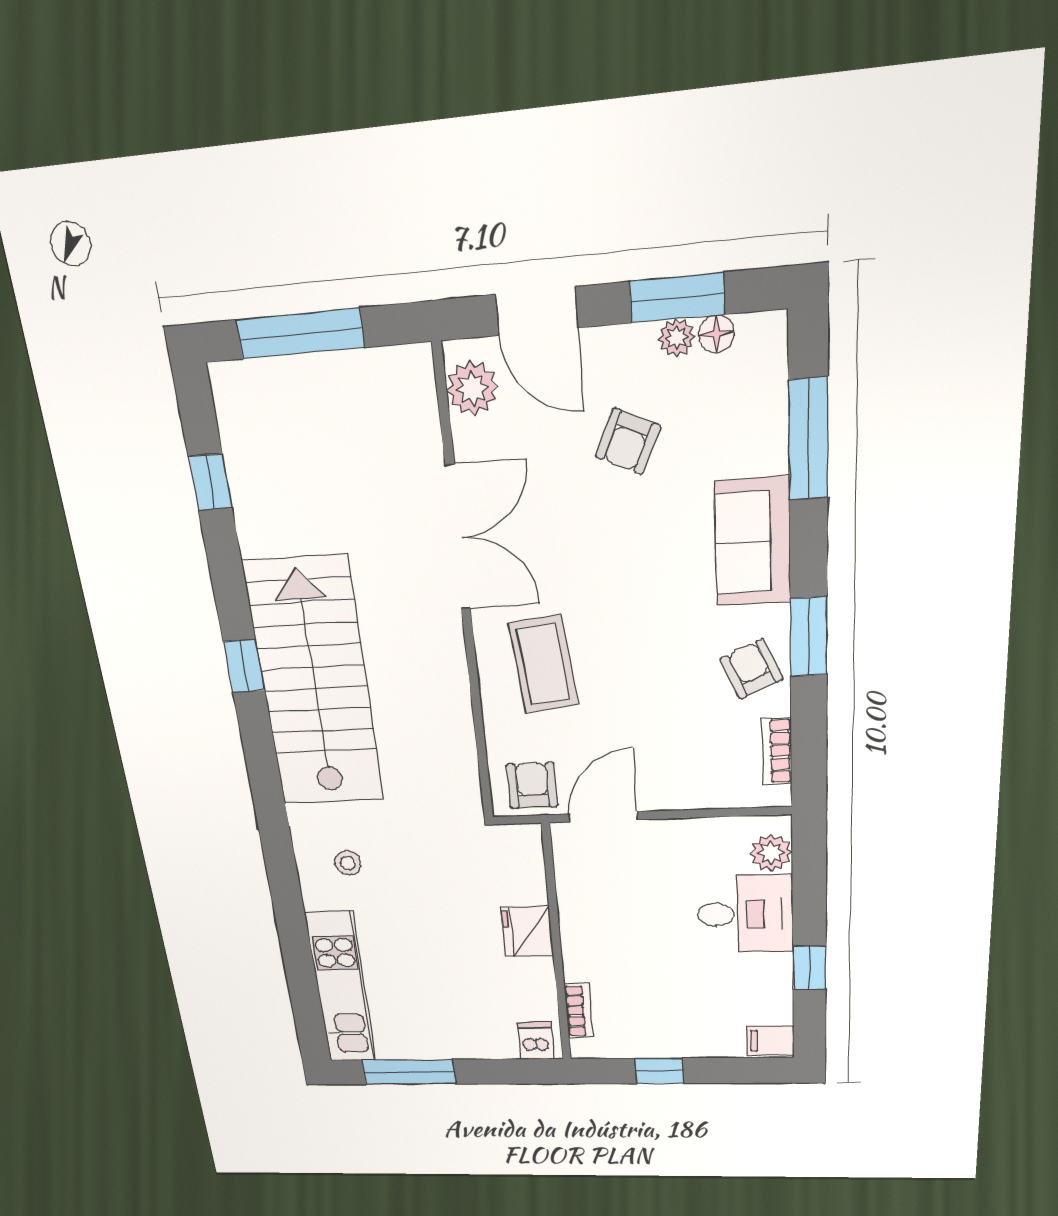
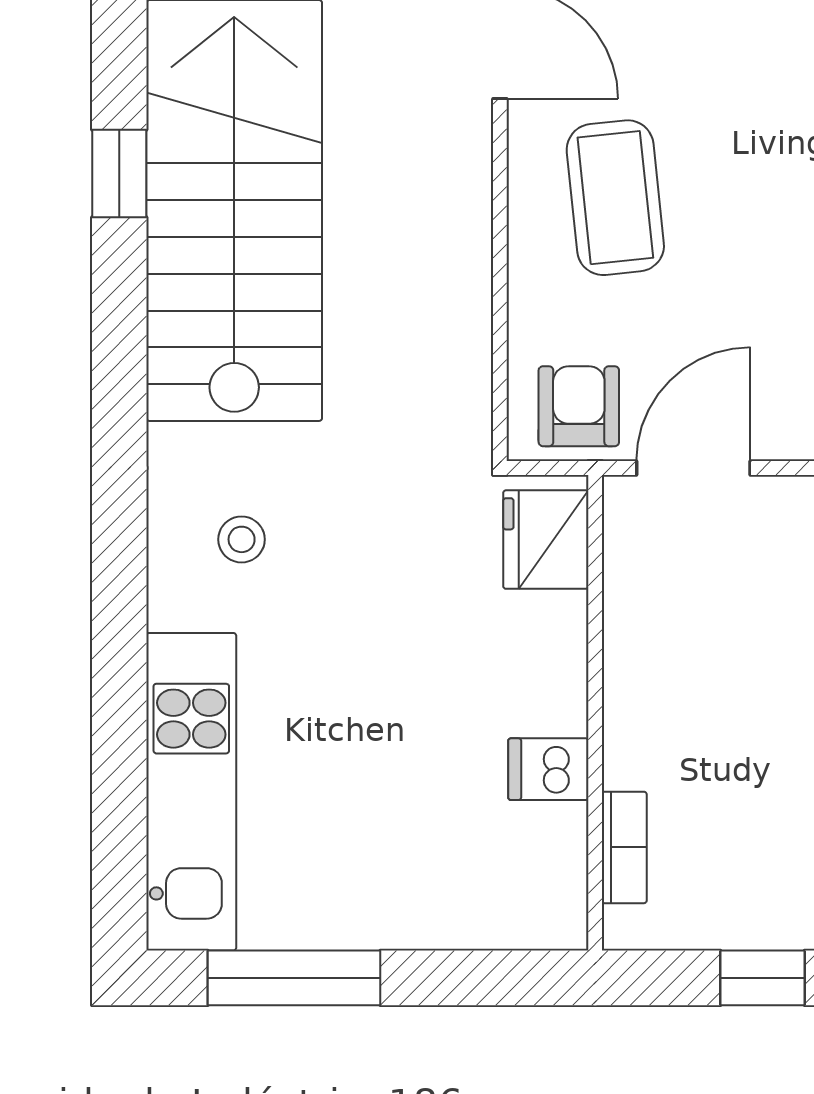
fridge: (527, 932) -> (546, 540), moved
dishwasher: (536, 1041) -> (548, 769), moved, turned -90

